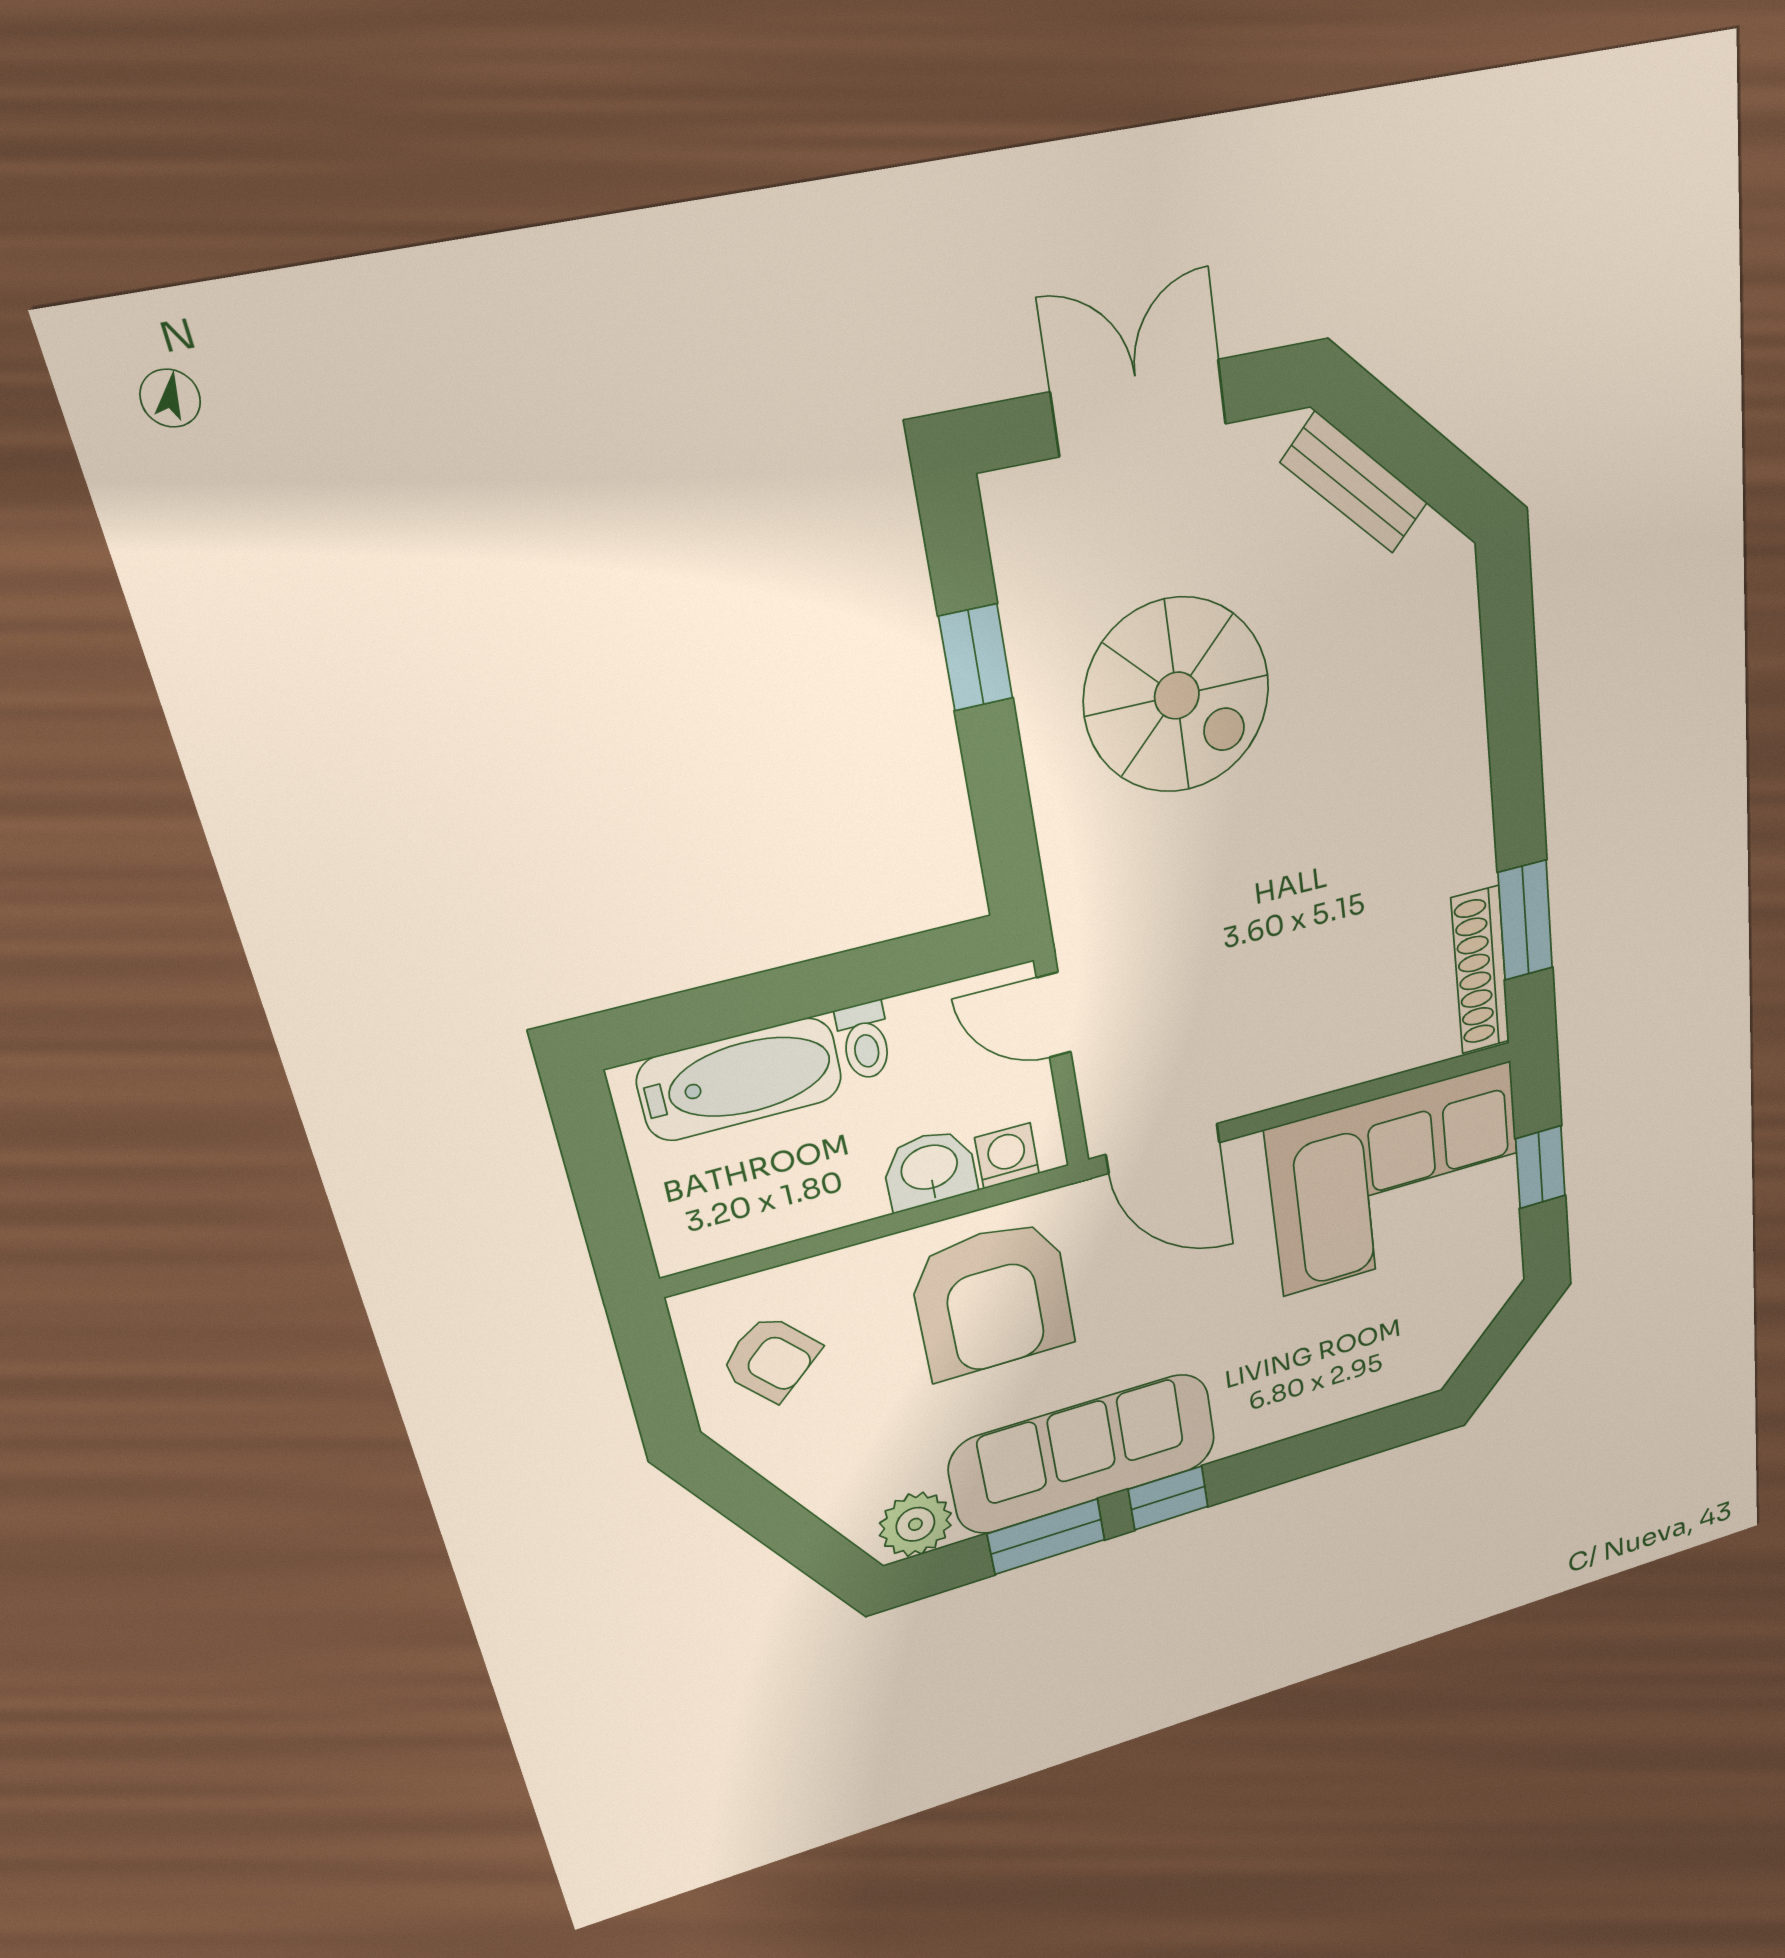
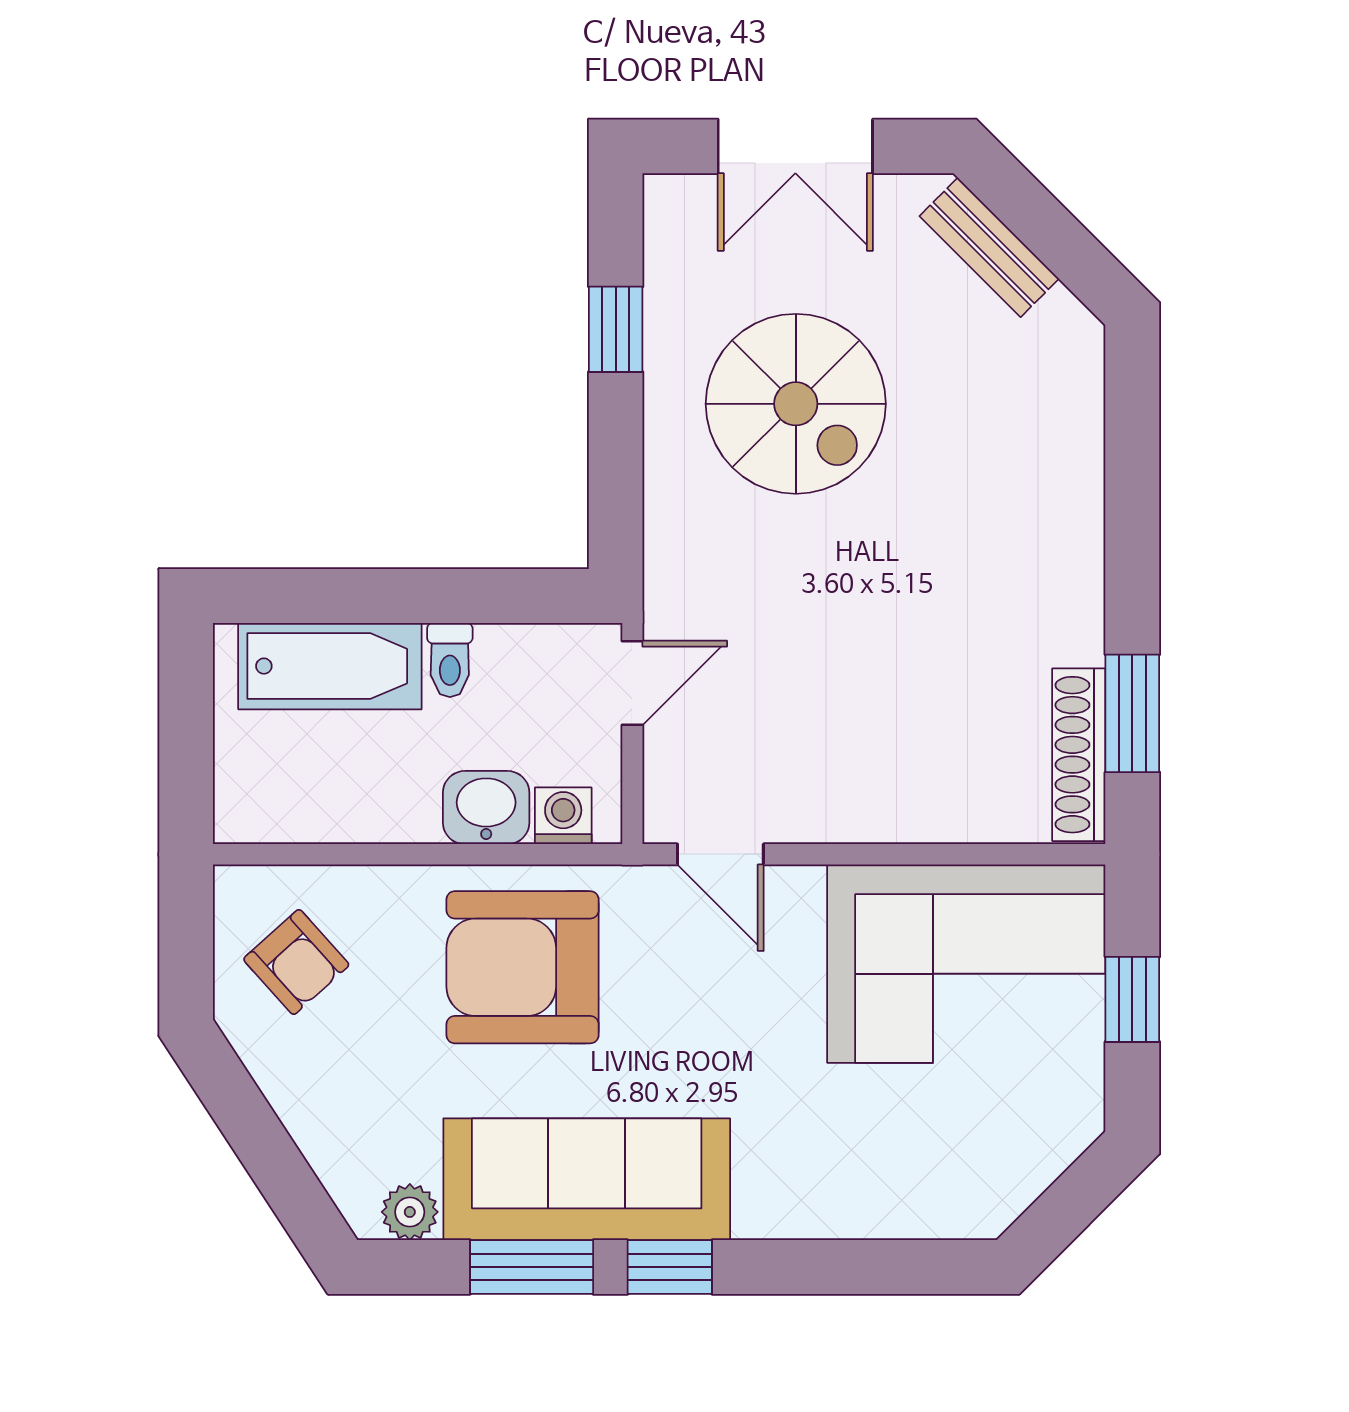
double door: (1139, 408) -> (795, 146), swing flipped
door: (1054, 1015) -> (632, 683), swing flipped
door: (1163, 1148) -> (720, 854), width x0.73
armchair: (992, 1299) -> (523, 967), turned 90
plant: (915, 1524) -> (410, 1212), width x0.73, depth x0.73

